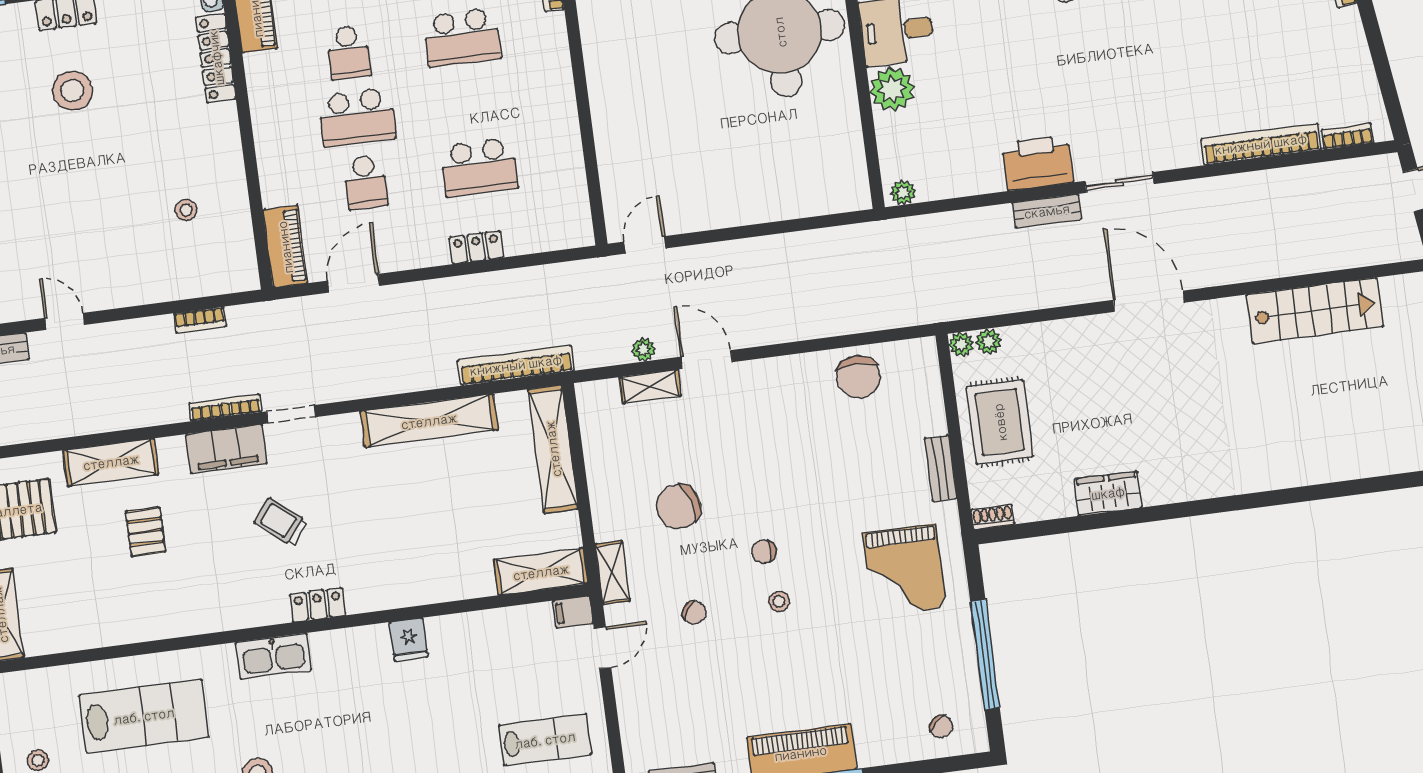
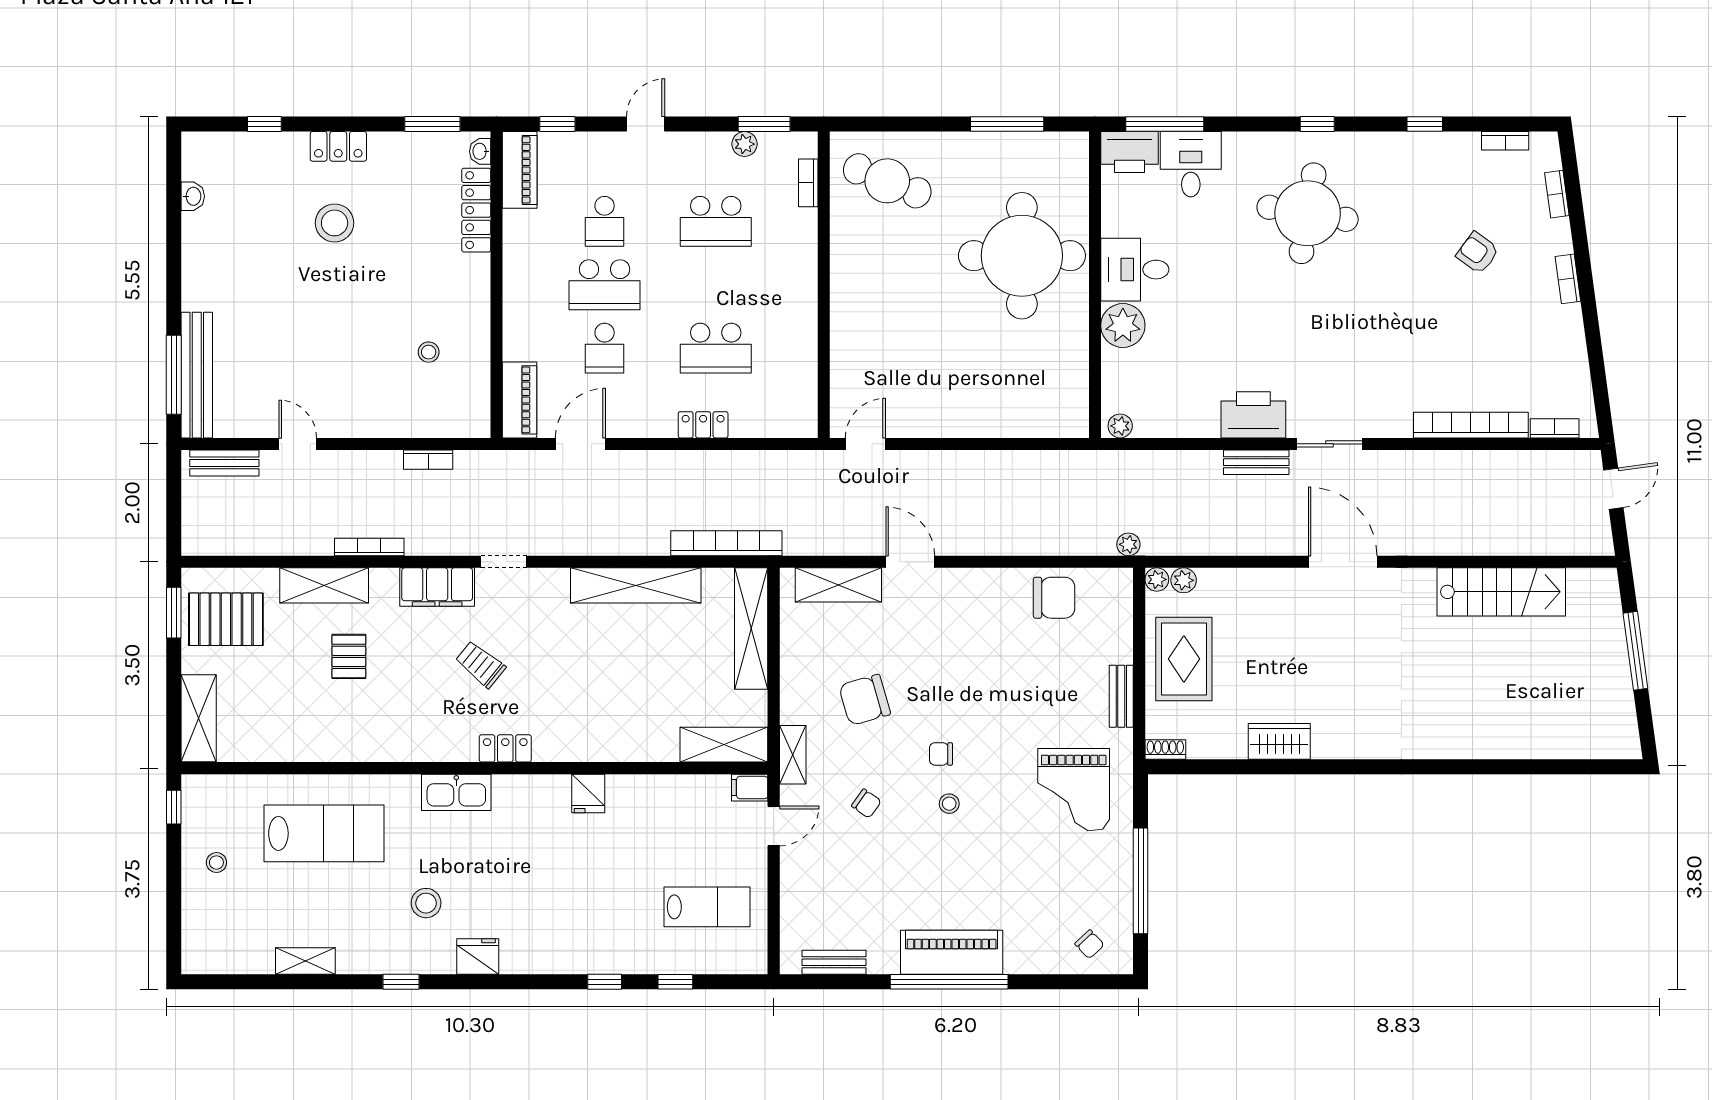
plant: (644, 350) -> (1128, 544), moved
chair: (858, 377) -> (1054, 598), turned -90
shelving: (650, 386) -> (838, 585), width x1.50, depth x1.33
bookcase: (225, 407) -> (369, 547), moved

